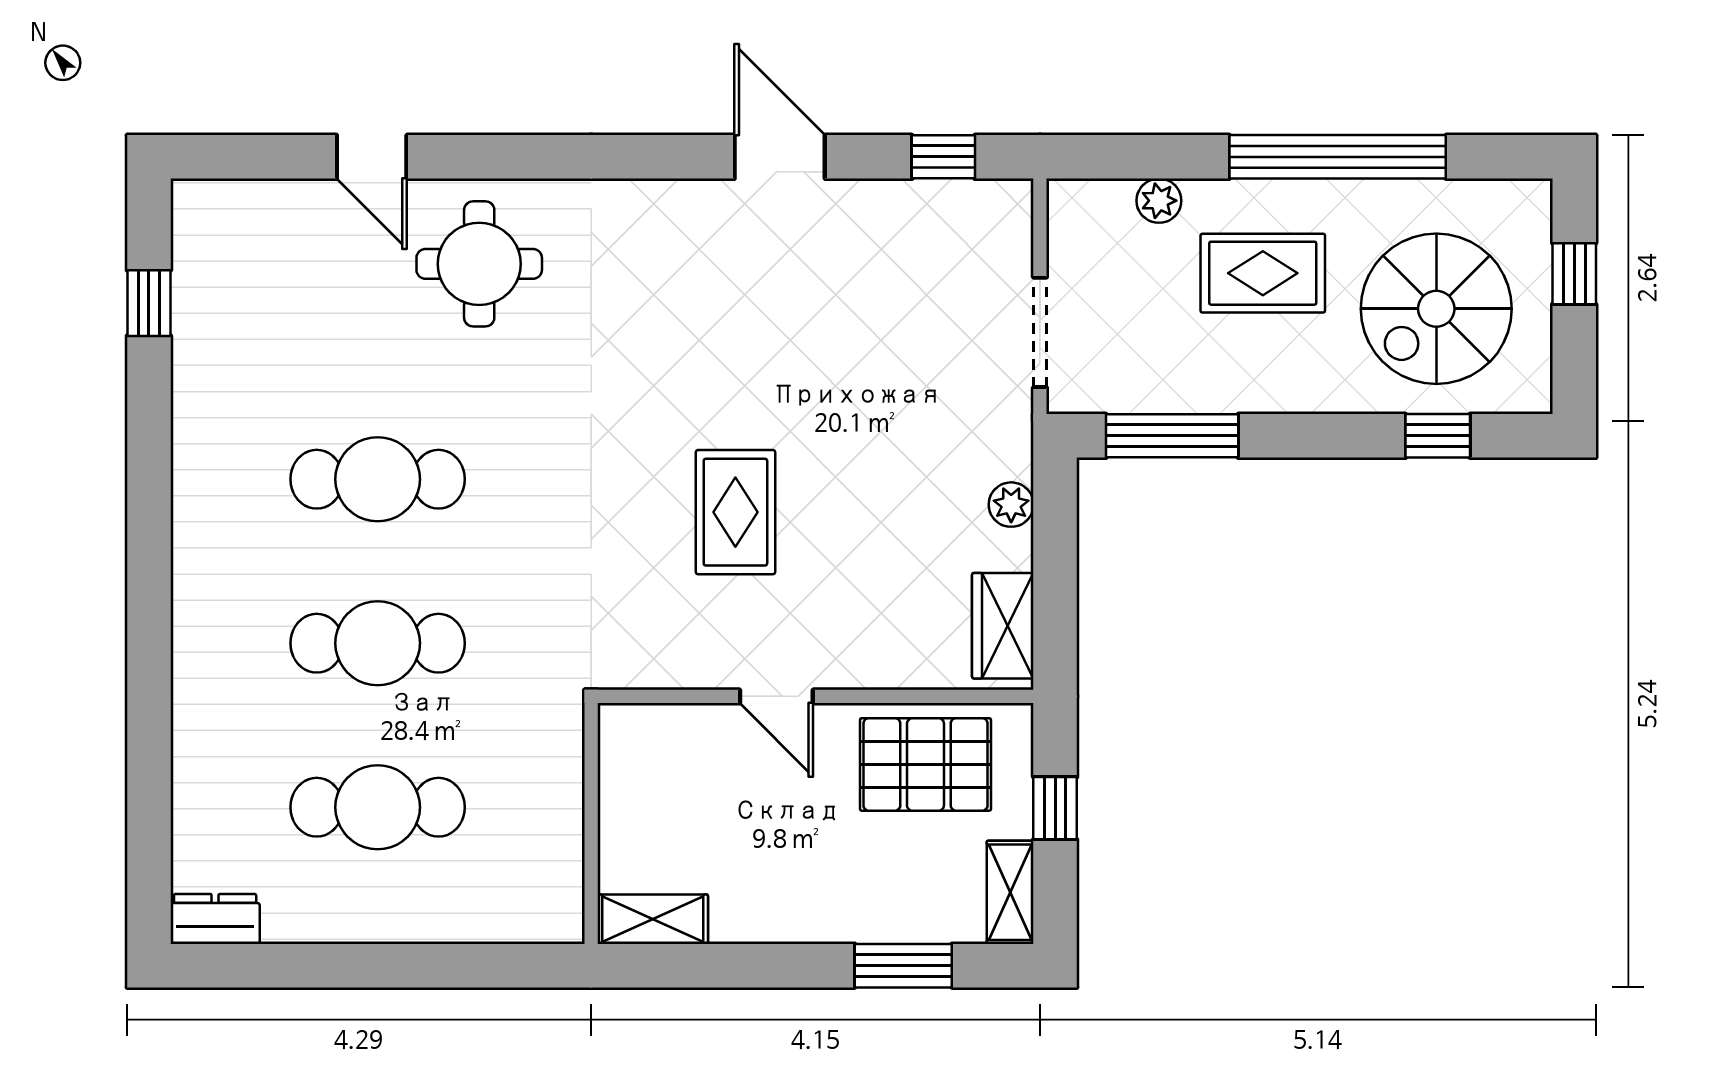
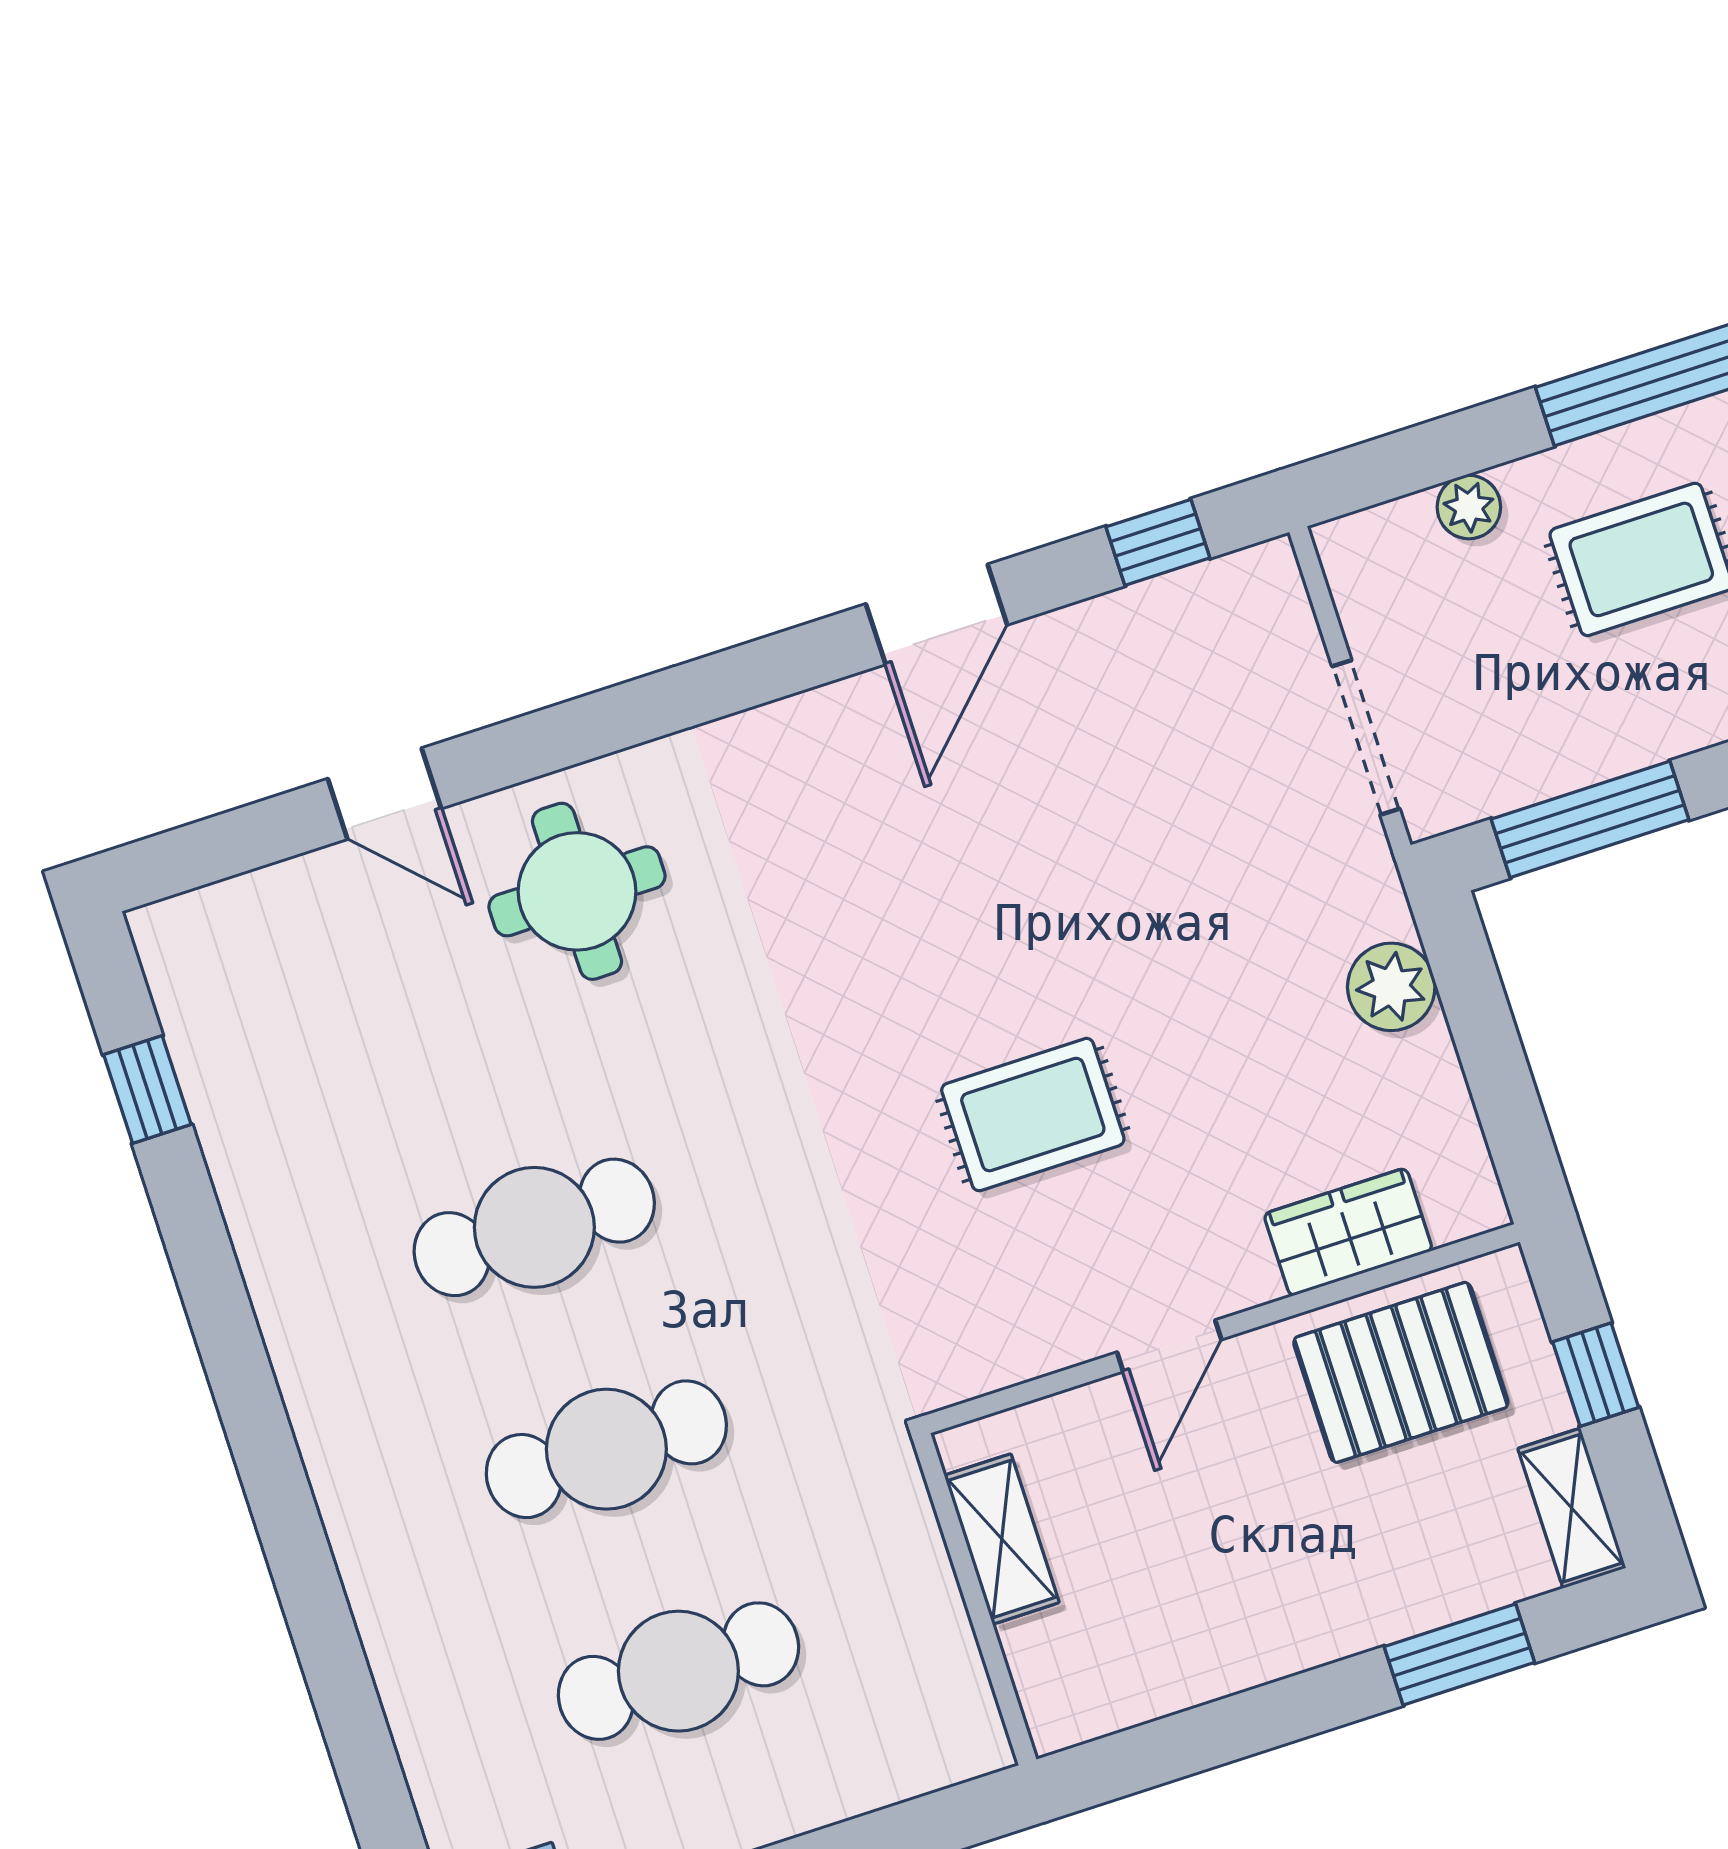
door: (780, 157) -> (937, 614), swing flipped
plant: (1011, 505) -> (1391, 987), width x1.38, depth x1.38
rug: (735, 512) -> (1033, 1115), turned 90
wardrobe: (1003, 626) -> (1348, 1232), moved, turned 90
door: (776, 696) -> (1169, 1346), hinge flipped
shelving: (653, 919) -> (1002, 1539), moved, turned 90

